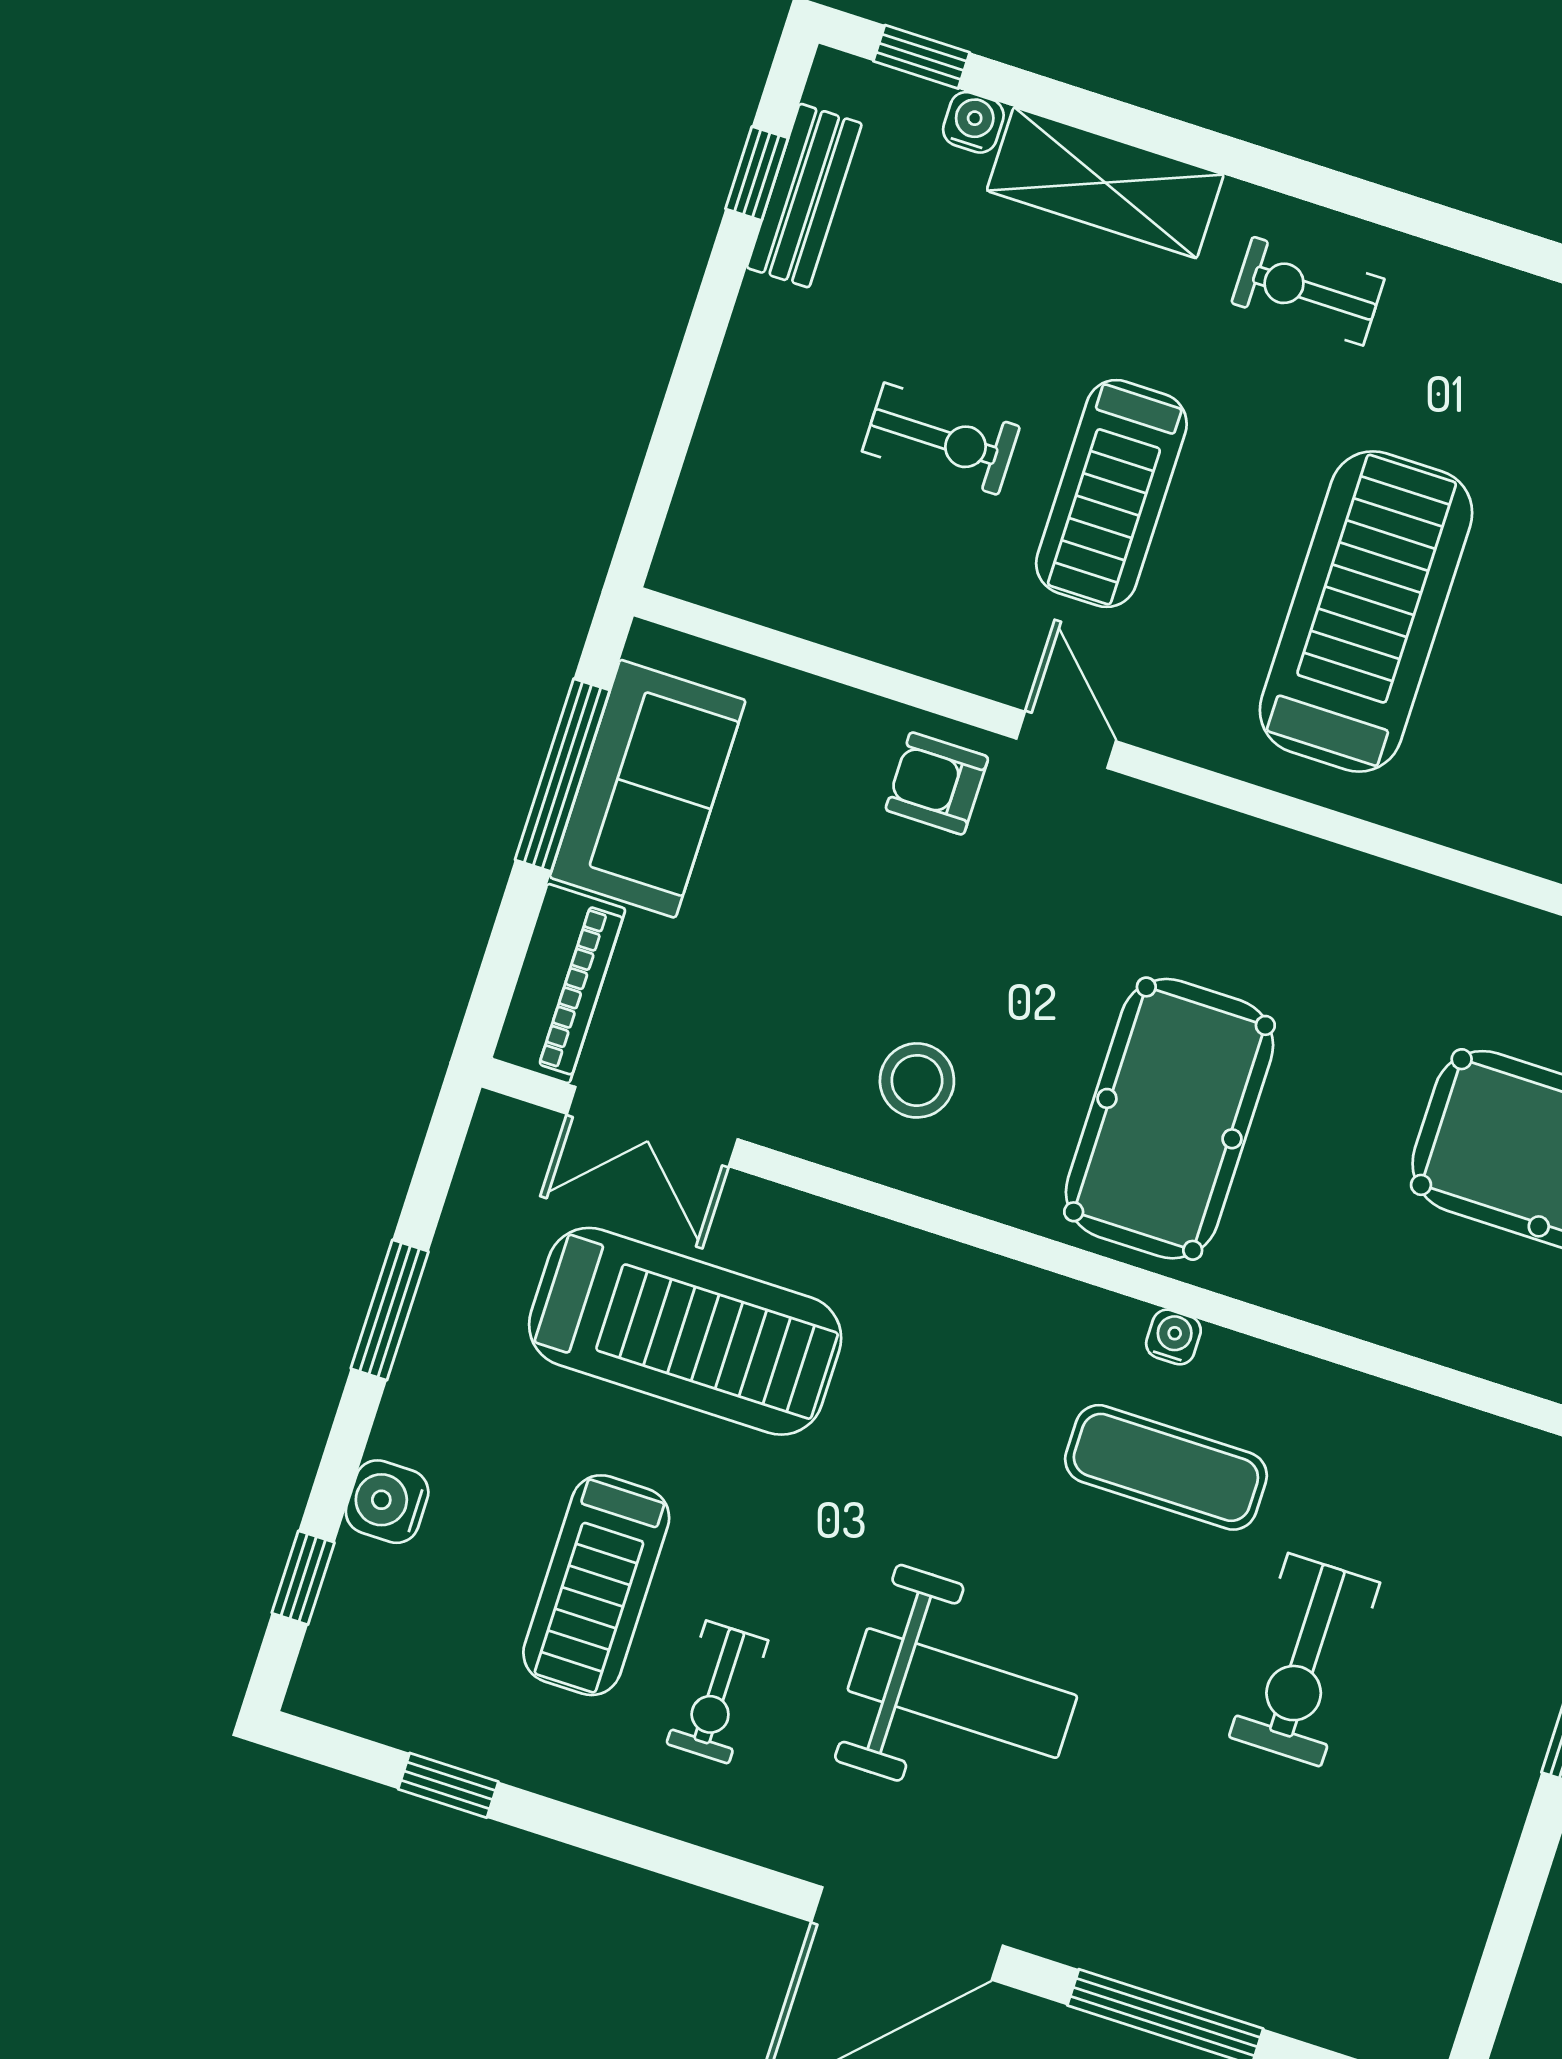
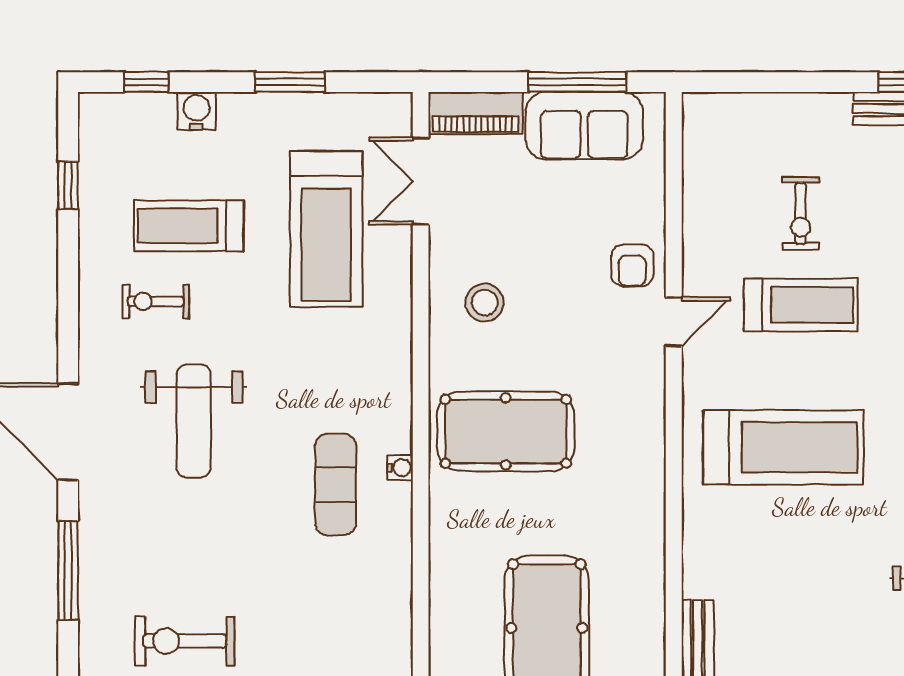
treadmill: (1111, 494) -> (801, 305), turned 180
armchair: (937, 783) -> (632, 266), turned 180
exercise bike: (1304, 1660) -> (185, 641), moved

